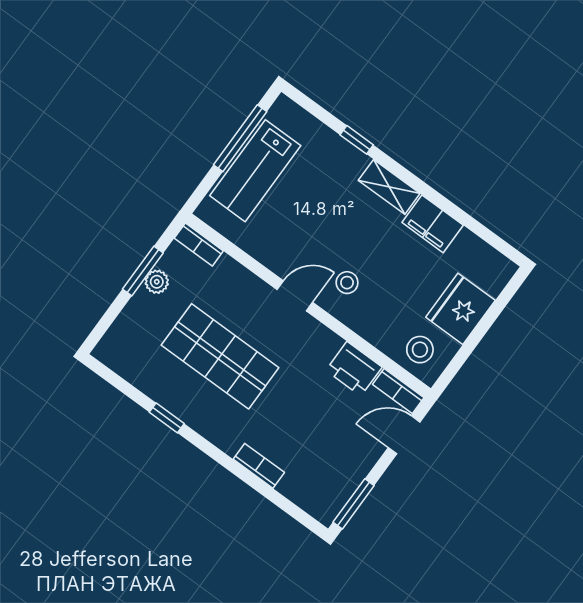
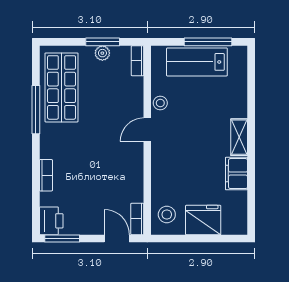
window: (357, 140) -> (251, 103), removed
stool: (347, 283) -> (160, 103), moved
door: (295, 296) -> (147, 130), swing flipped
shop shelf: (220, 356) -> (62, 87), moved
printer: (354, 369) -> (51, 221), moved, turned 180
window: (167, 418) -> (36, 110), width x2.17

